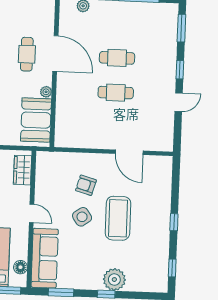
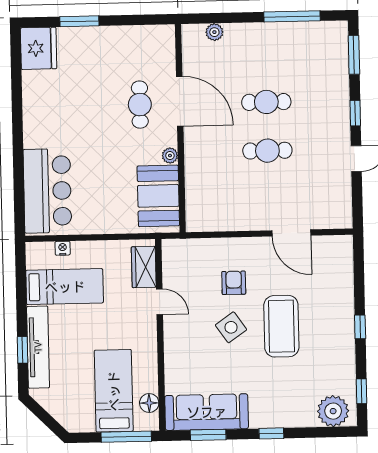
armchair: (86, 185) -> (234, 283), turned 74
door: (32, 213) -> (160, 302), moved
sofa: (45, 258) -> (207, 412), moved, turned -90
plant: (114, 280) -> (333, 411), moved

